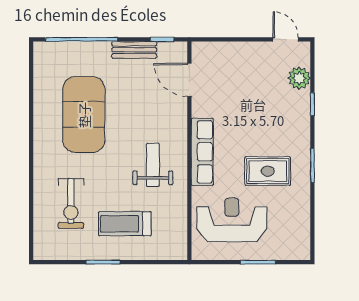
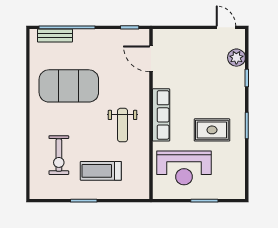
bench: (134, 50) -> (55, 36), moved
exercise mat: (84, 115) -> (69, 86), turned 90
weight bench: (153, 165) -> (123, 125), turned 180
reception desk: (232, 220) -> (184, 168), turned 180

